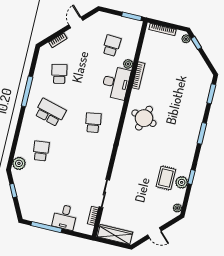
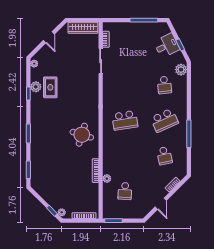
desk: (116, 83) -> (113, 160), removed
school desk: (50, 112) -> (164, 120), turned -39
school desk: (93, 123) -> (125, 120), width x1.85
desk: (65, 217) -> (167, 46), moved, turned 63
door: (154, 233) -> (49, 37), swing flipped

